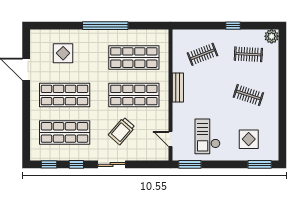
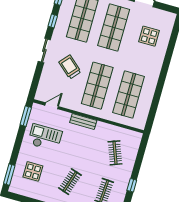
window: (105, 26) -> (162, 78), removed
bench: (178, 87) -> (83, 122), moved

